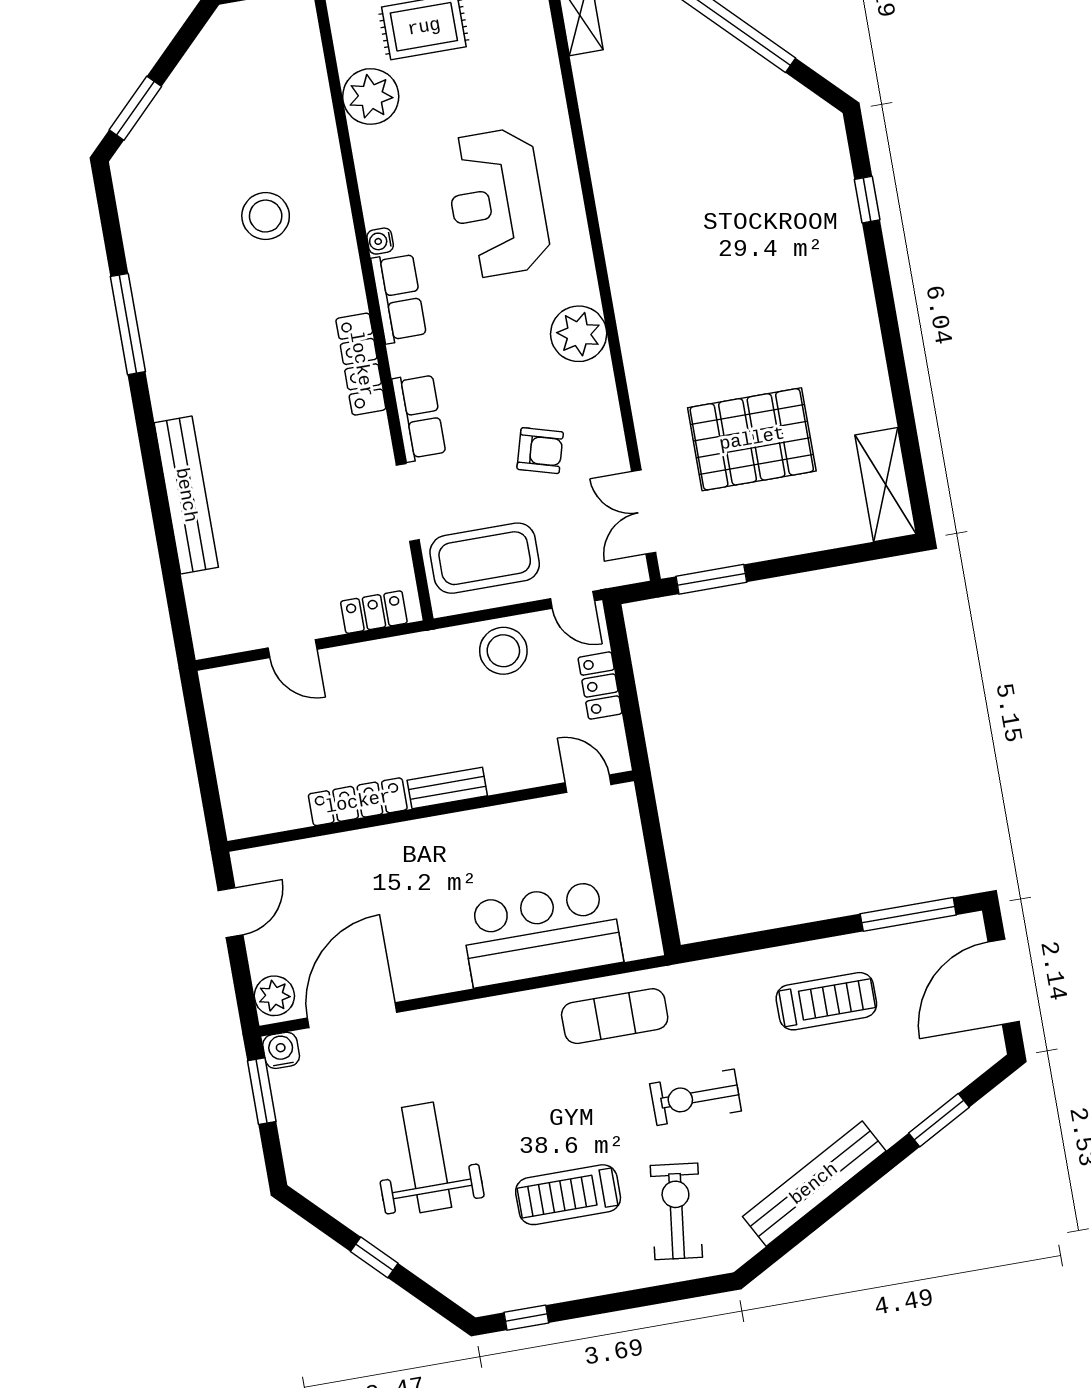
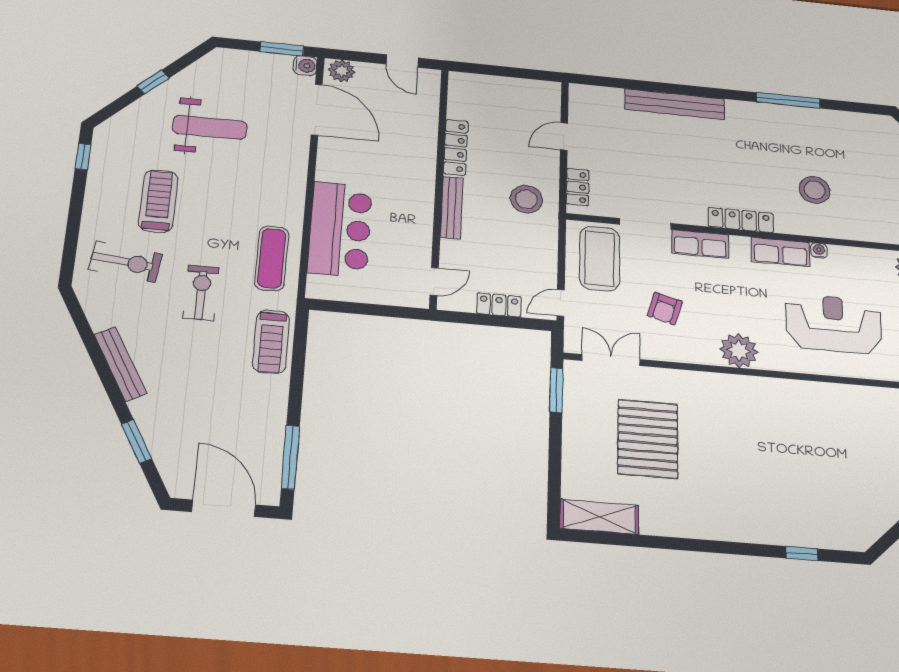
stool: (266, 216) -> (815, 190), moved
stool: (503, 651) -> (526, 199), moved
bench: (447, 788) -> (452, 208), width x1.36
treadmill: (826, 1001) -> (271, 342), moved
bench: (814, 1184) -> (120, 364), width x0.73, depth x0.82

